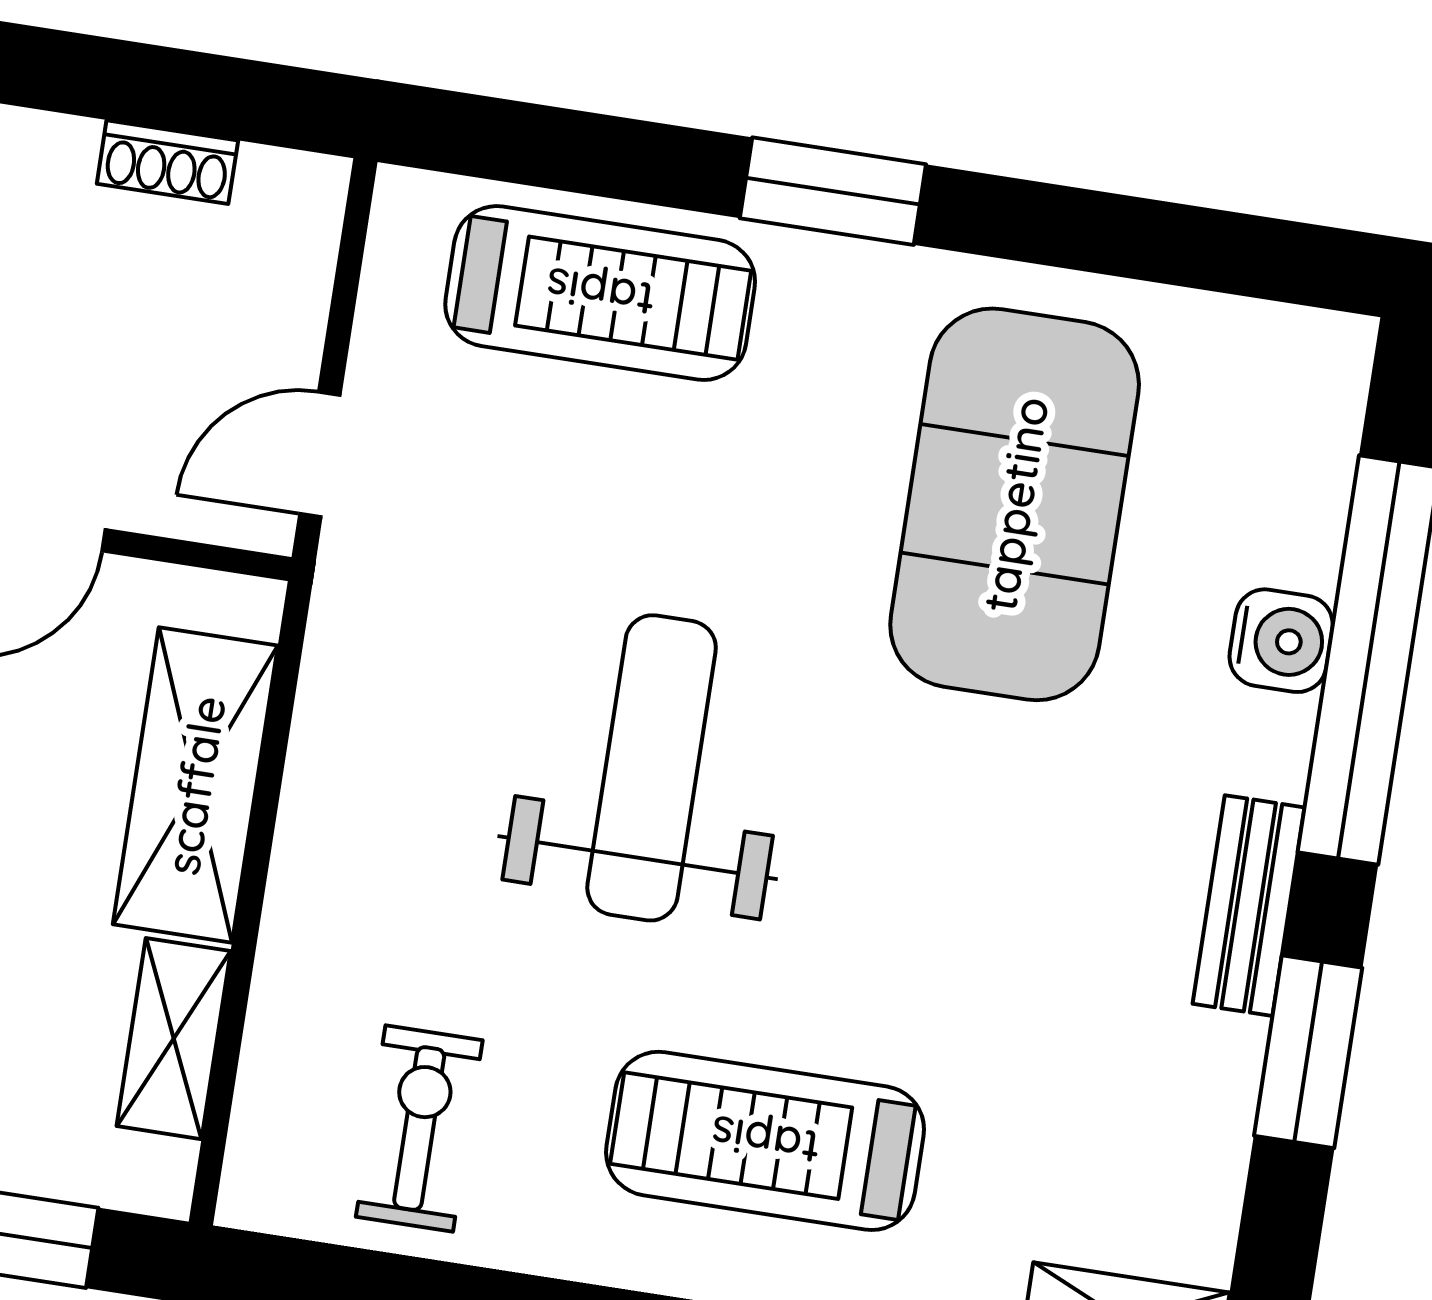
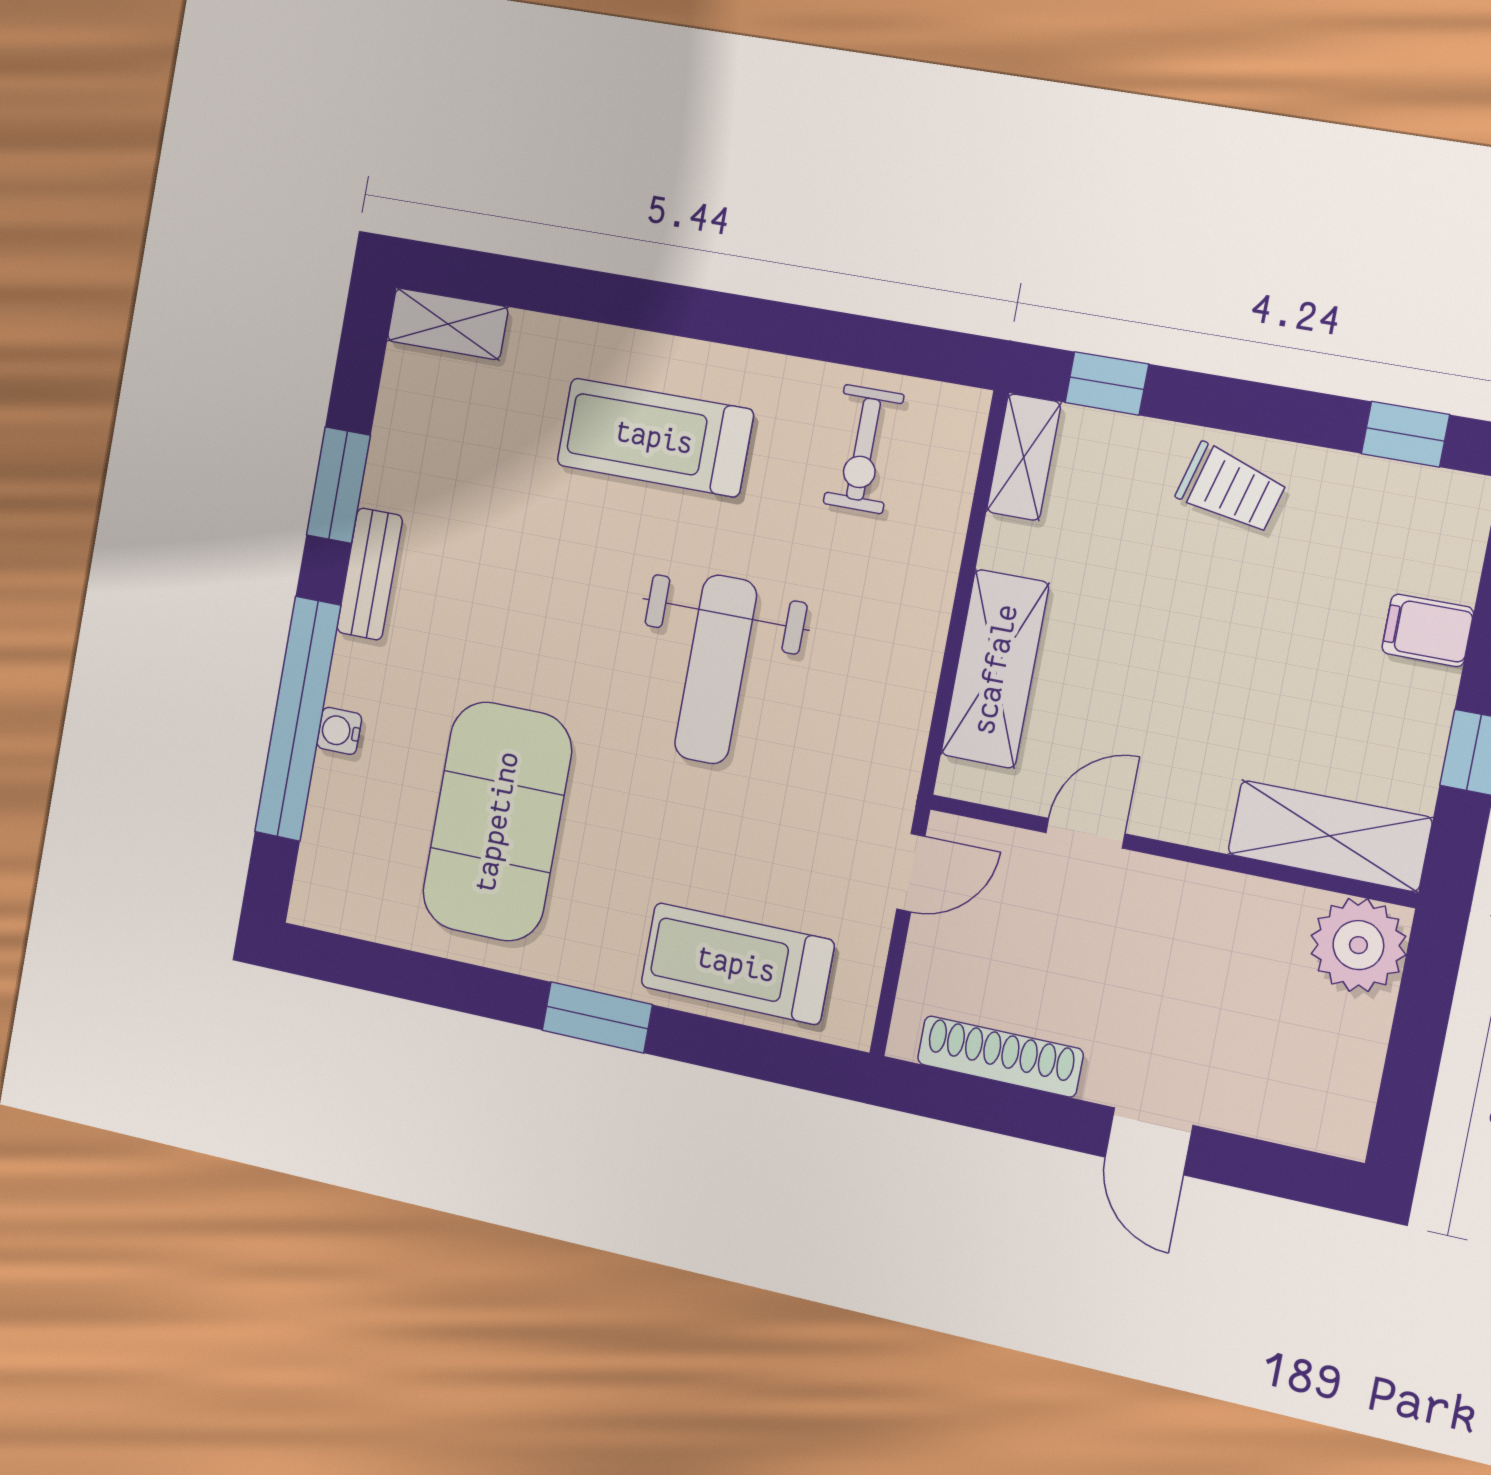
shoe rack: (167, 162) -> (1000, 1056), width x1.94, depth x1.24
water cooler: (1281, 641) -> (339, 731), width x0.72, depth x0.72
shelving: (174, 1039) -> (1024, 457), moved
treadmill: (765, 1141) -> (655, 437), turned 180

